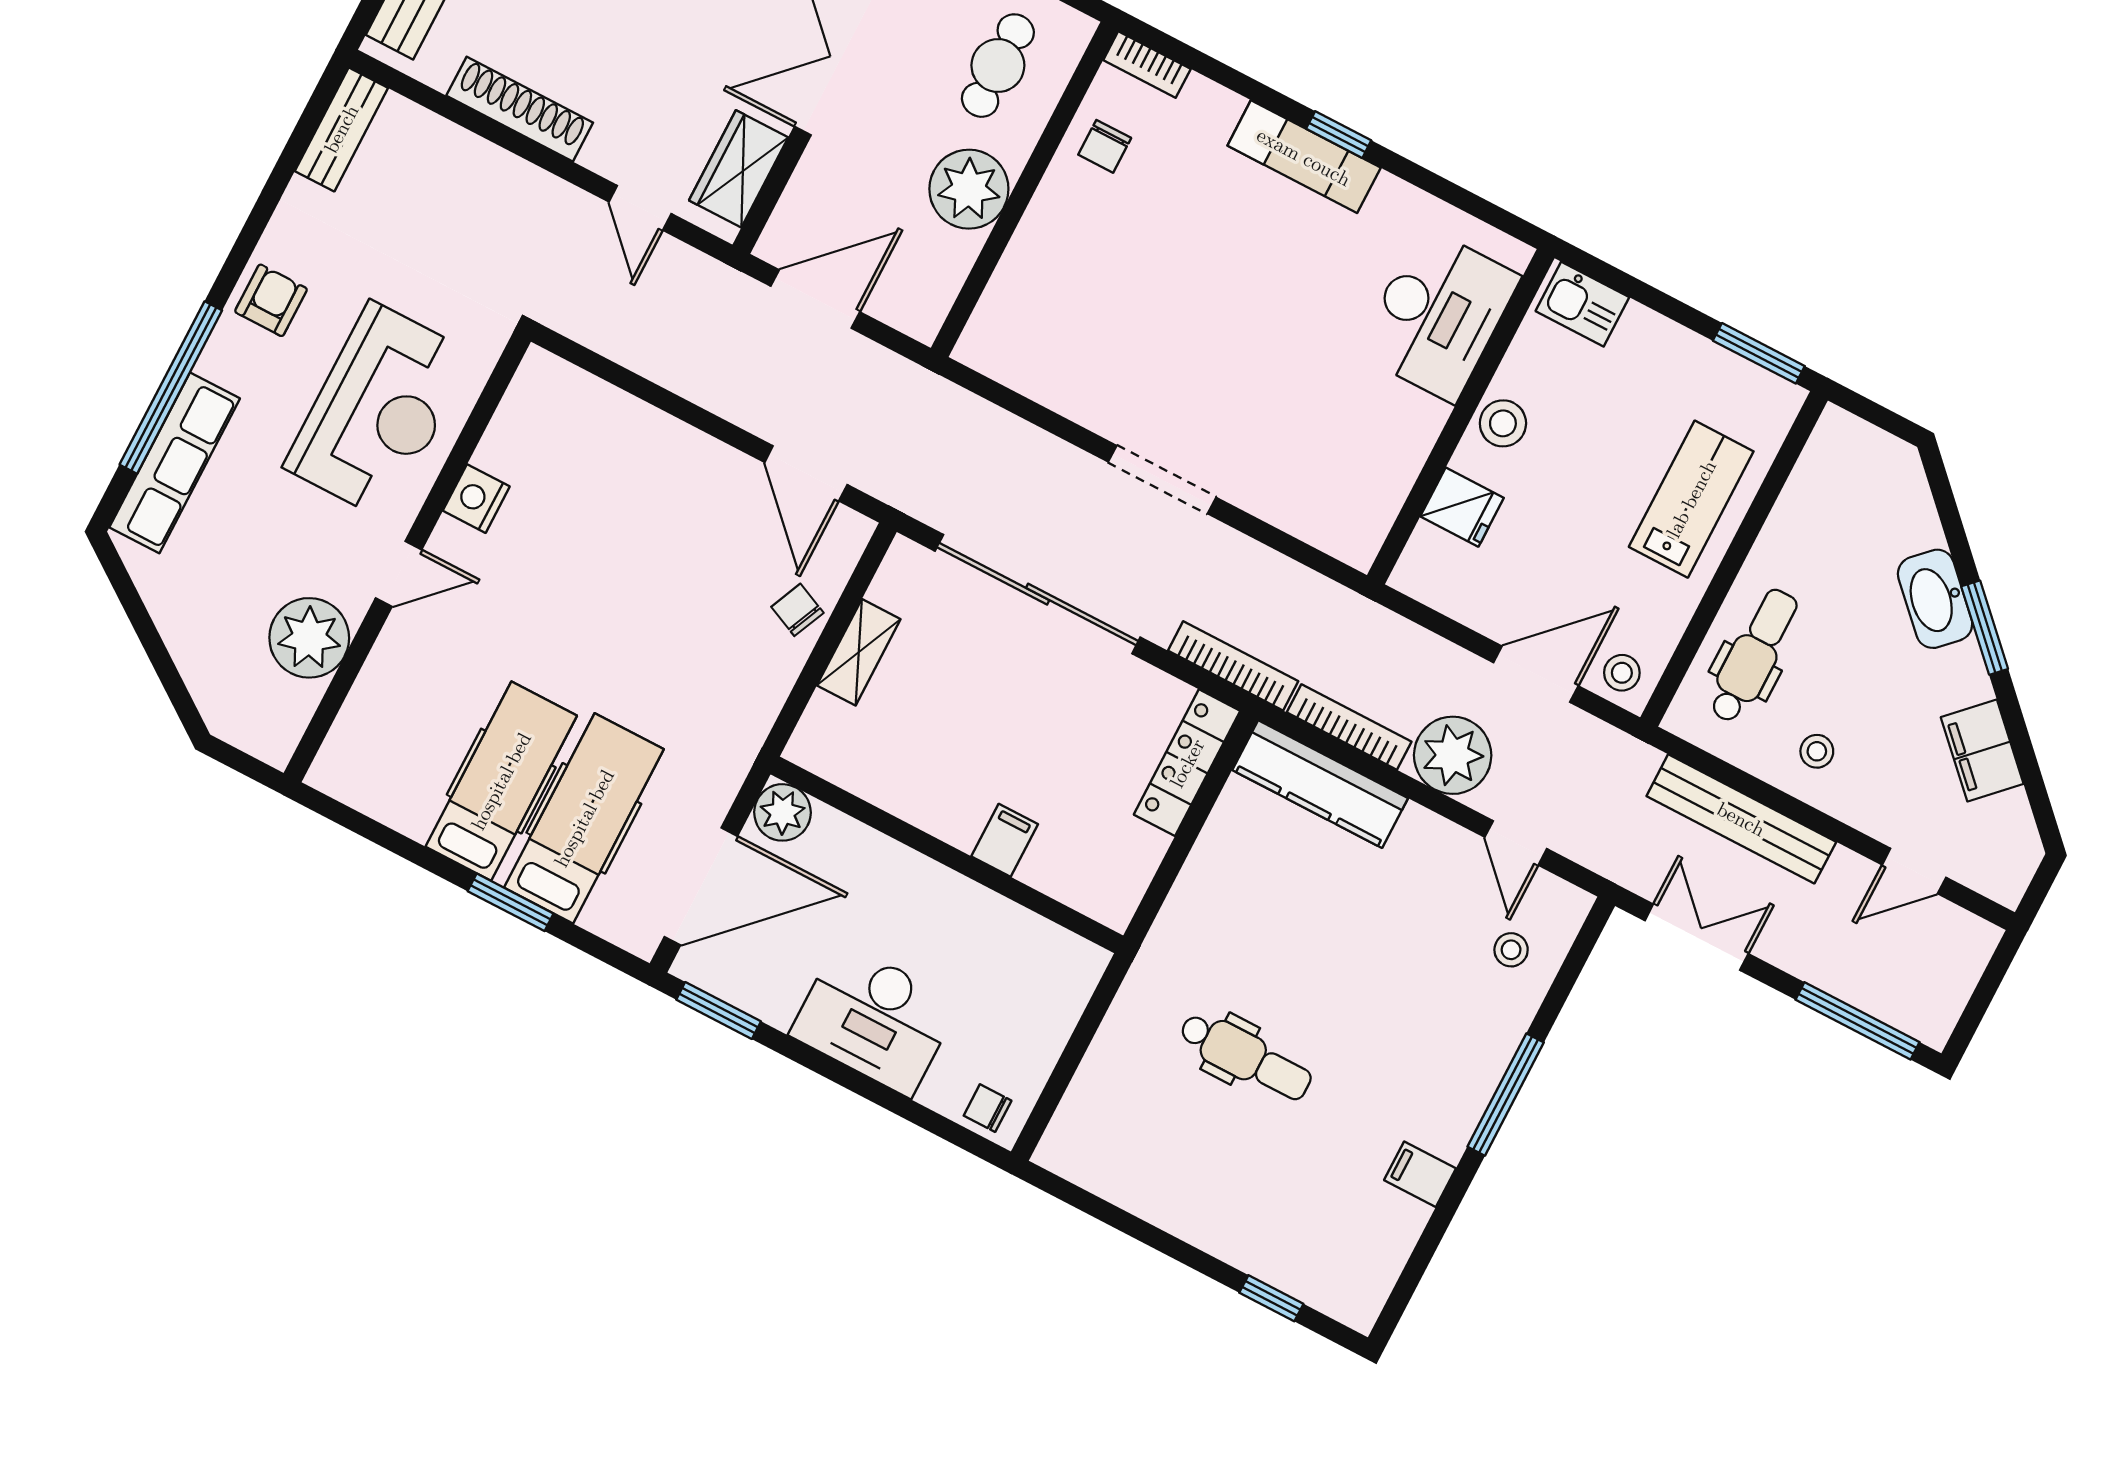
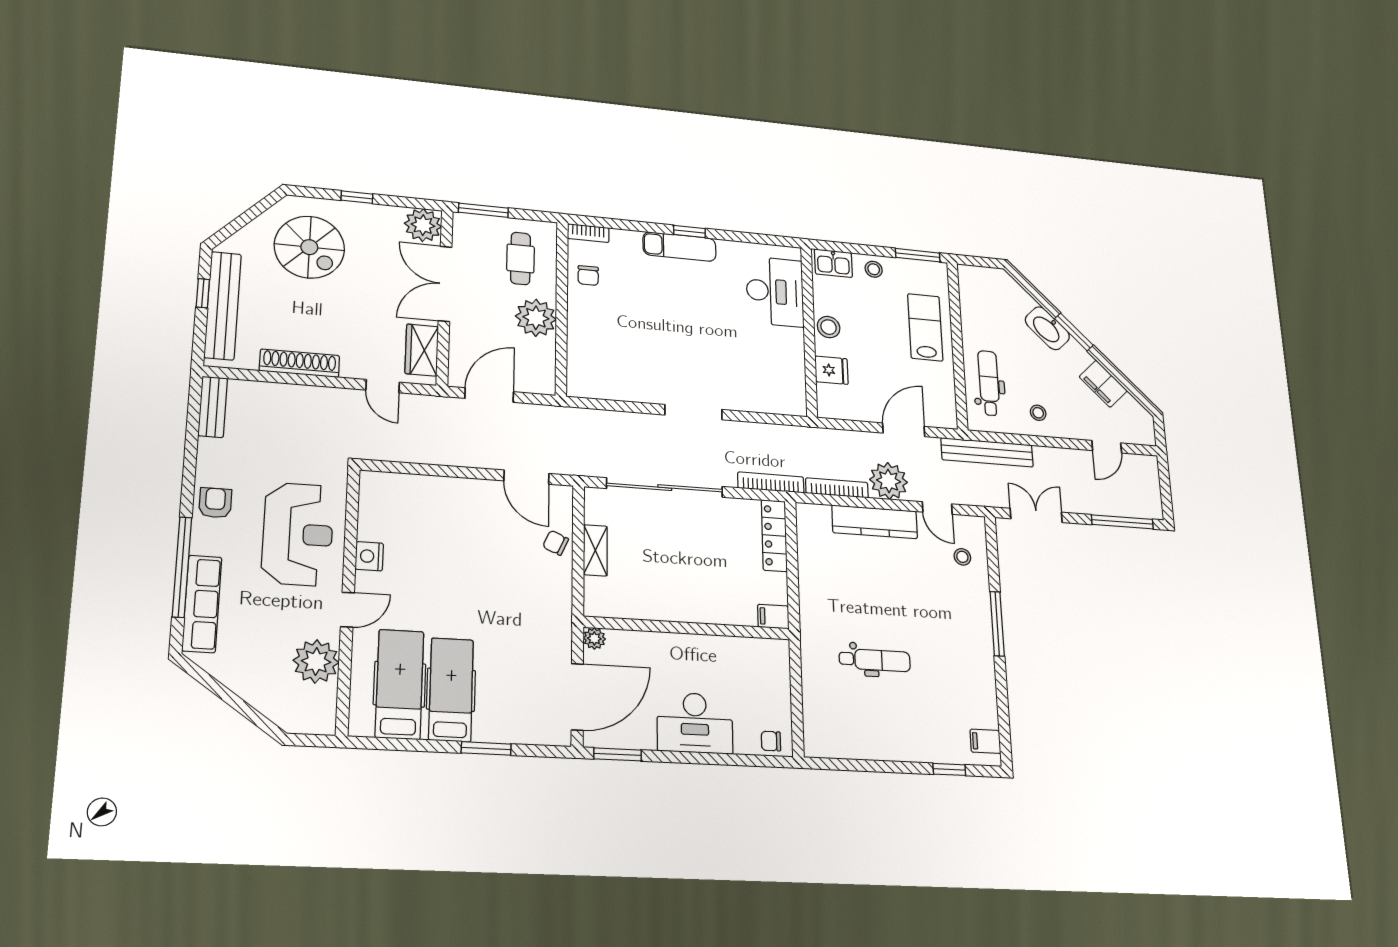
stool: (1622, 673) -> (874, 269), moved
kitchen counter: (1320, 784) -> (875, 522), moved
plant: (783, 812) -> (594, 638), width x0.73, depth x0.73
hospital bed: (584, 818) -> (400, 684), moved
bench: (1741, 819) -> (987, 452), moved
filing cabinet: (1005, 840) -> (773, 617), moved, turned -90
filing cabinet: (1420, 1174) -> (985, 741), moved

